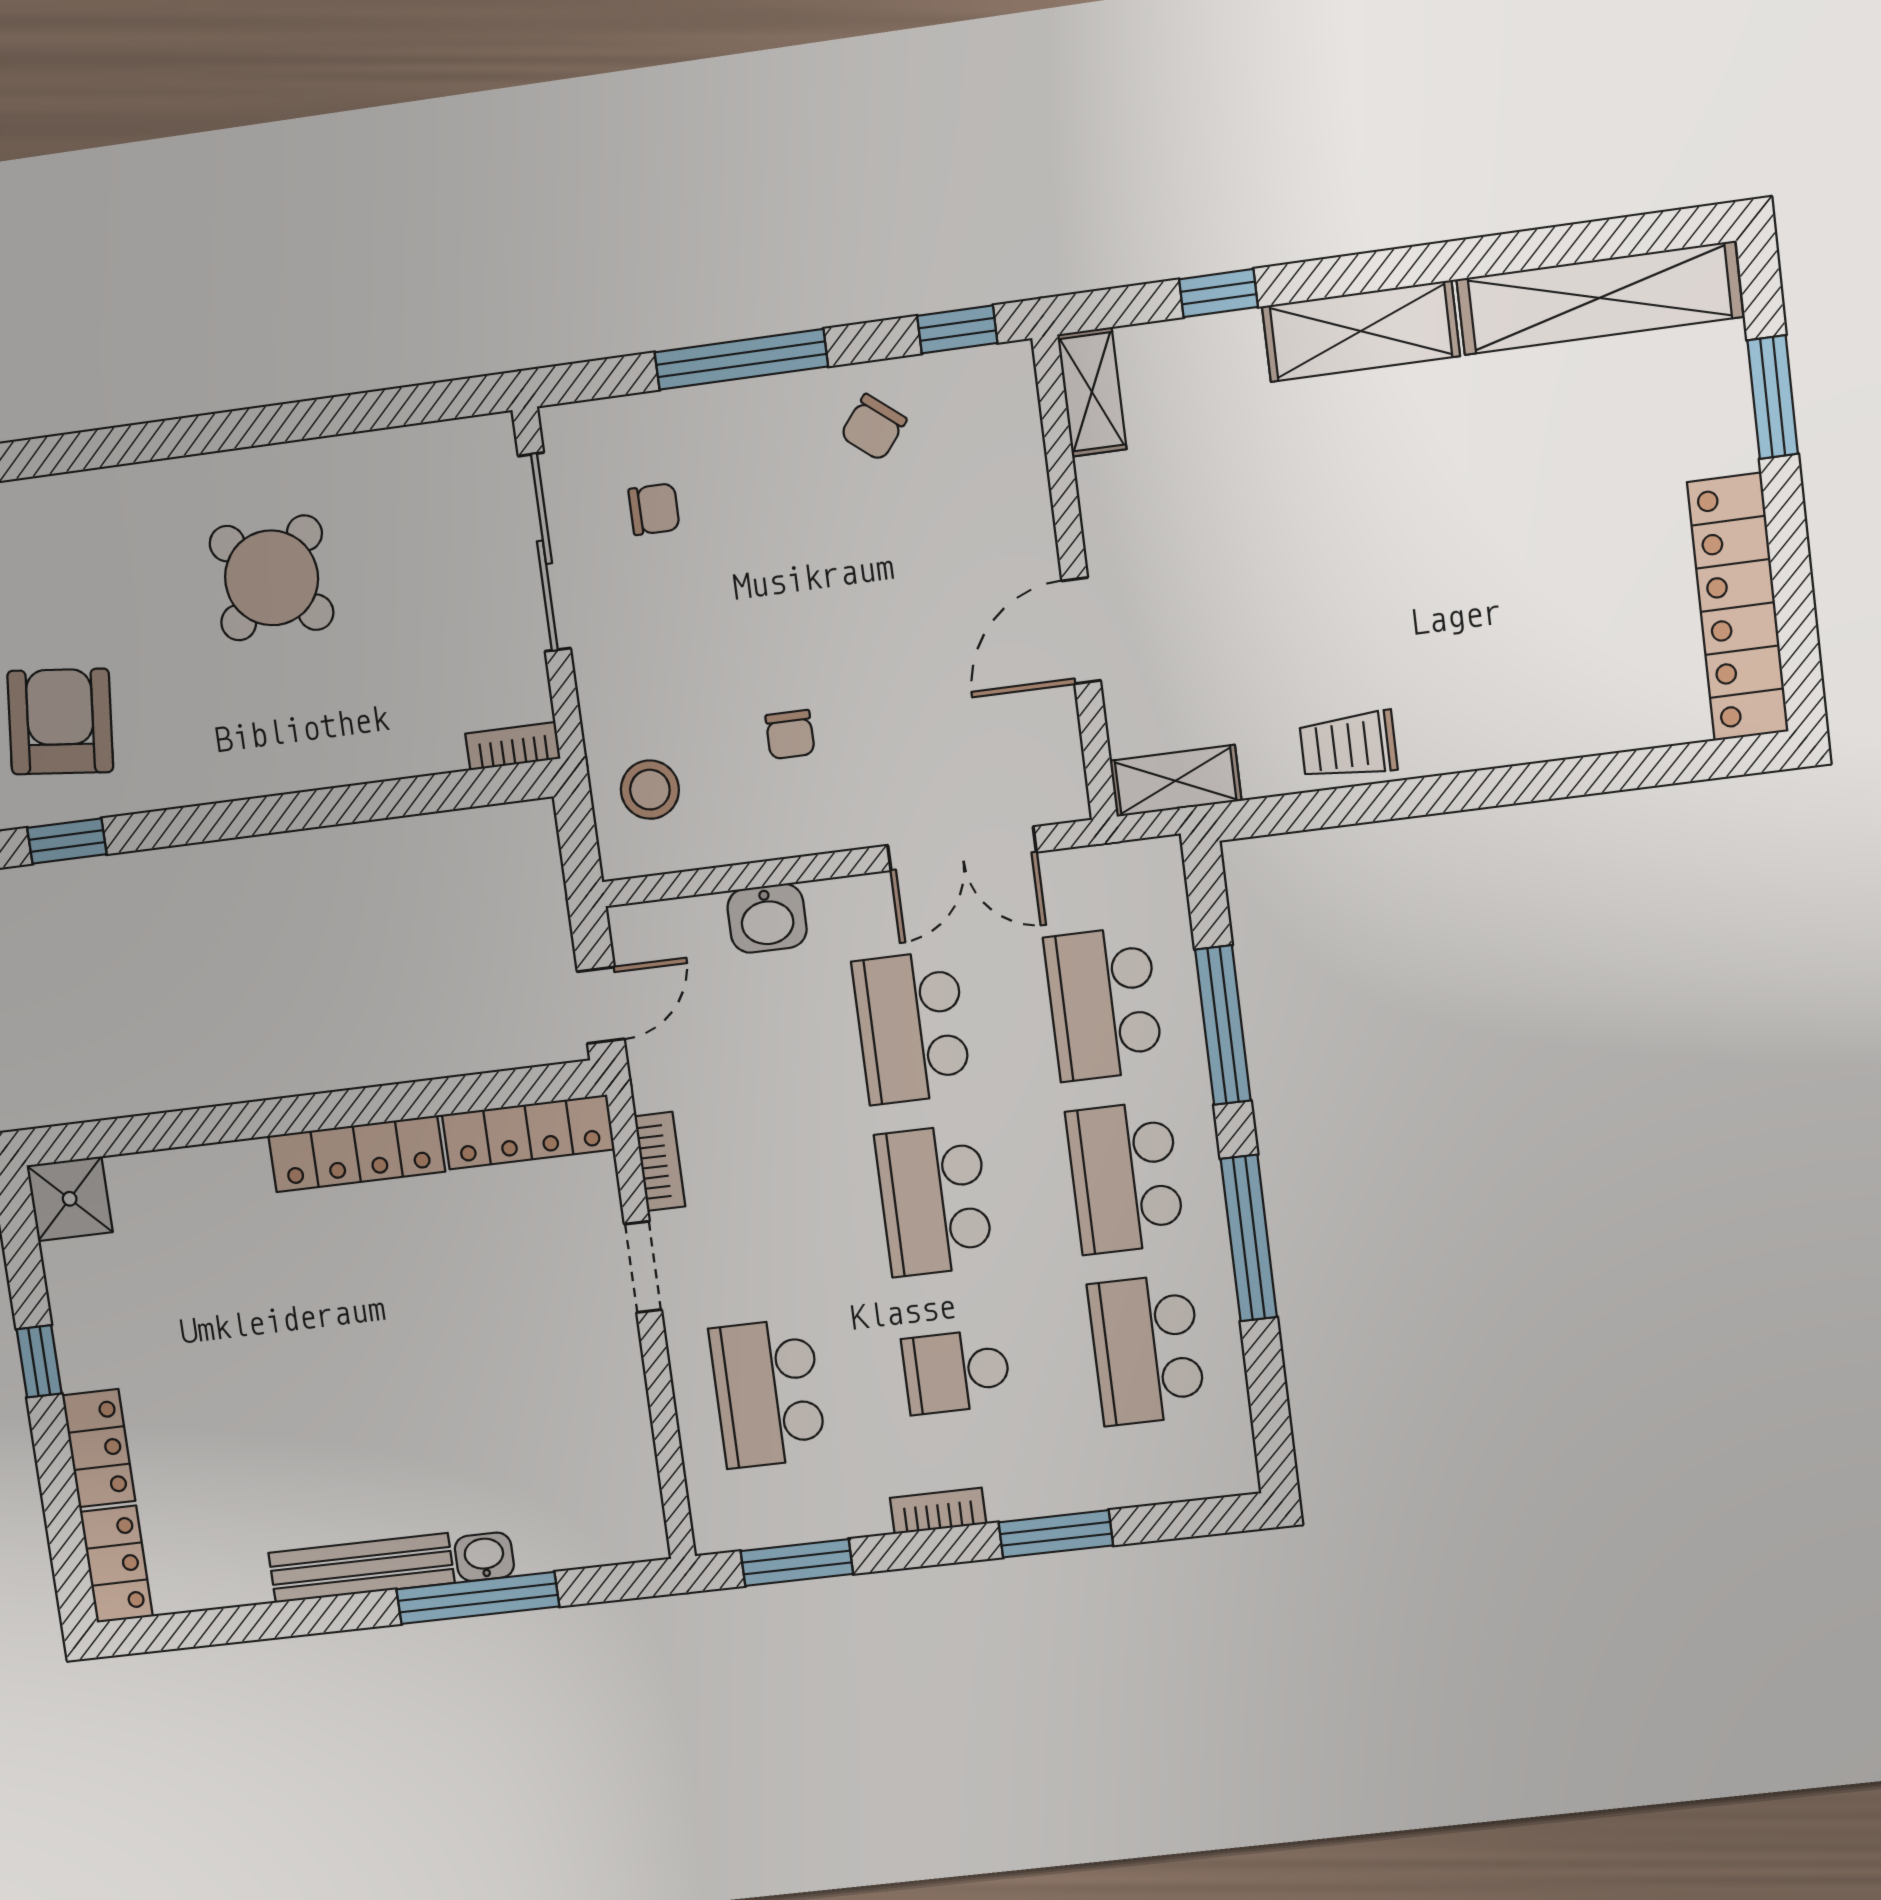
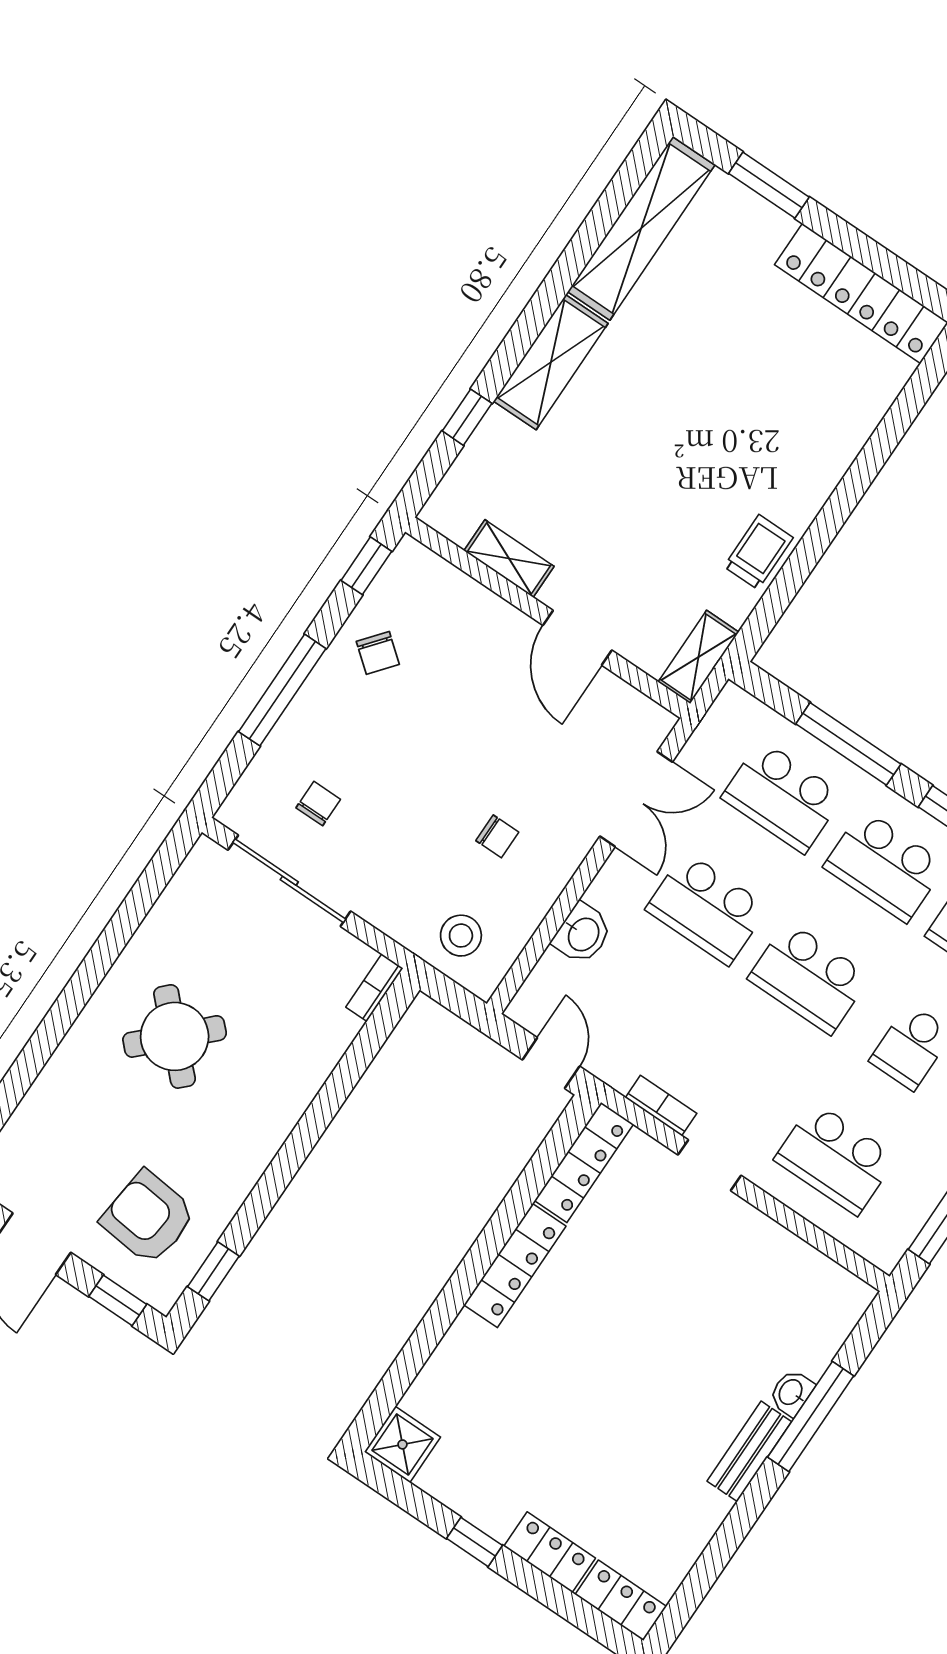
shelving: (1092, 392) -> (509, 559), moved
trolley: (1348, 745) -> (758, 552), turned 180
bench: (362, 1568) -> (749, 1451), width x0.73

